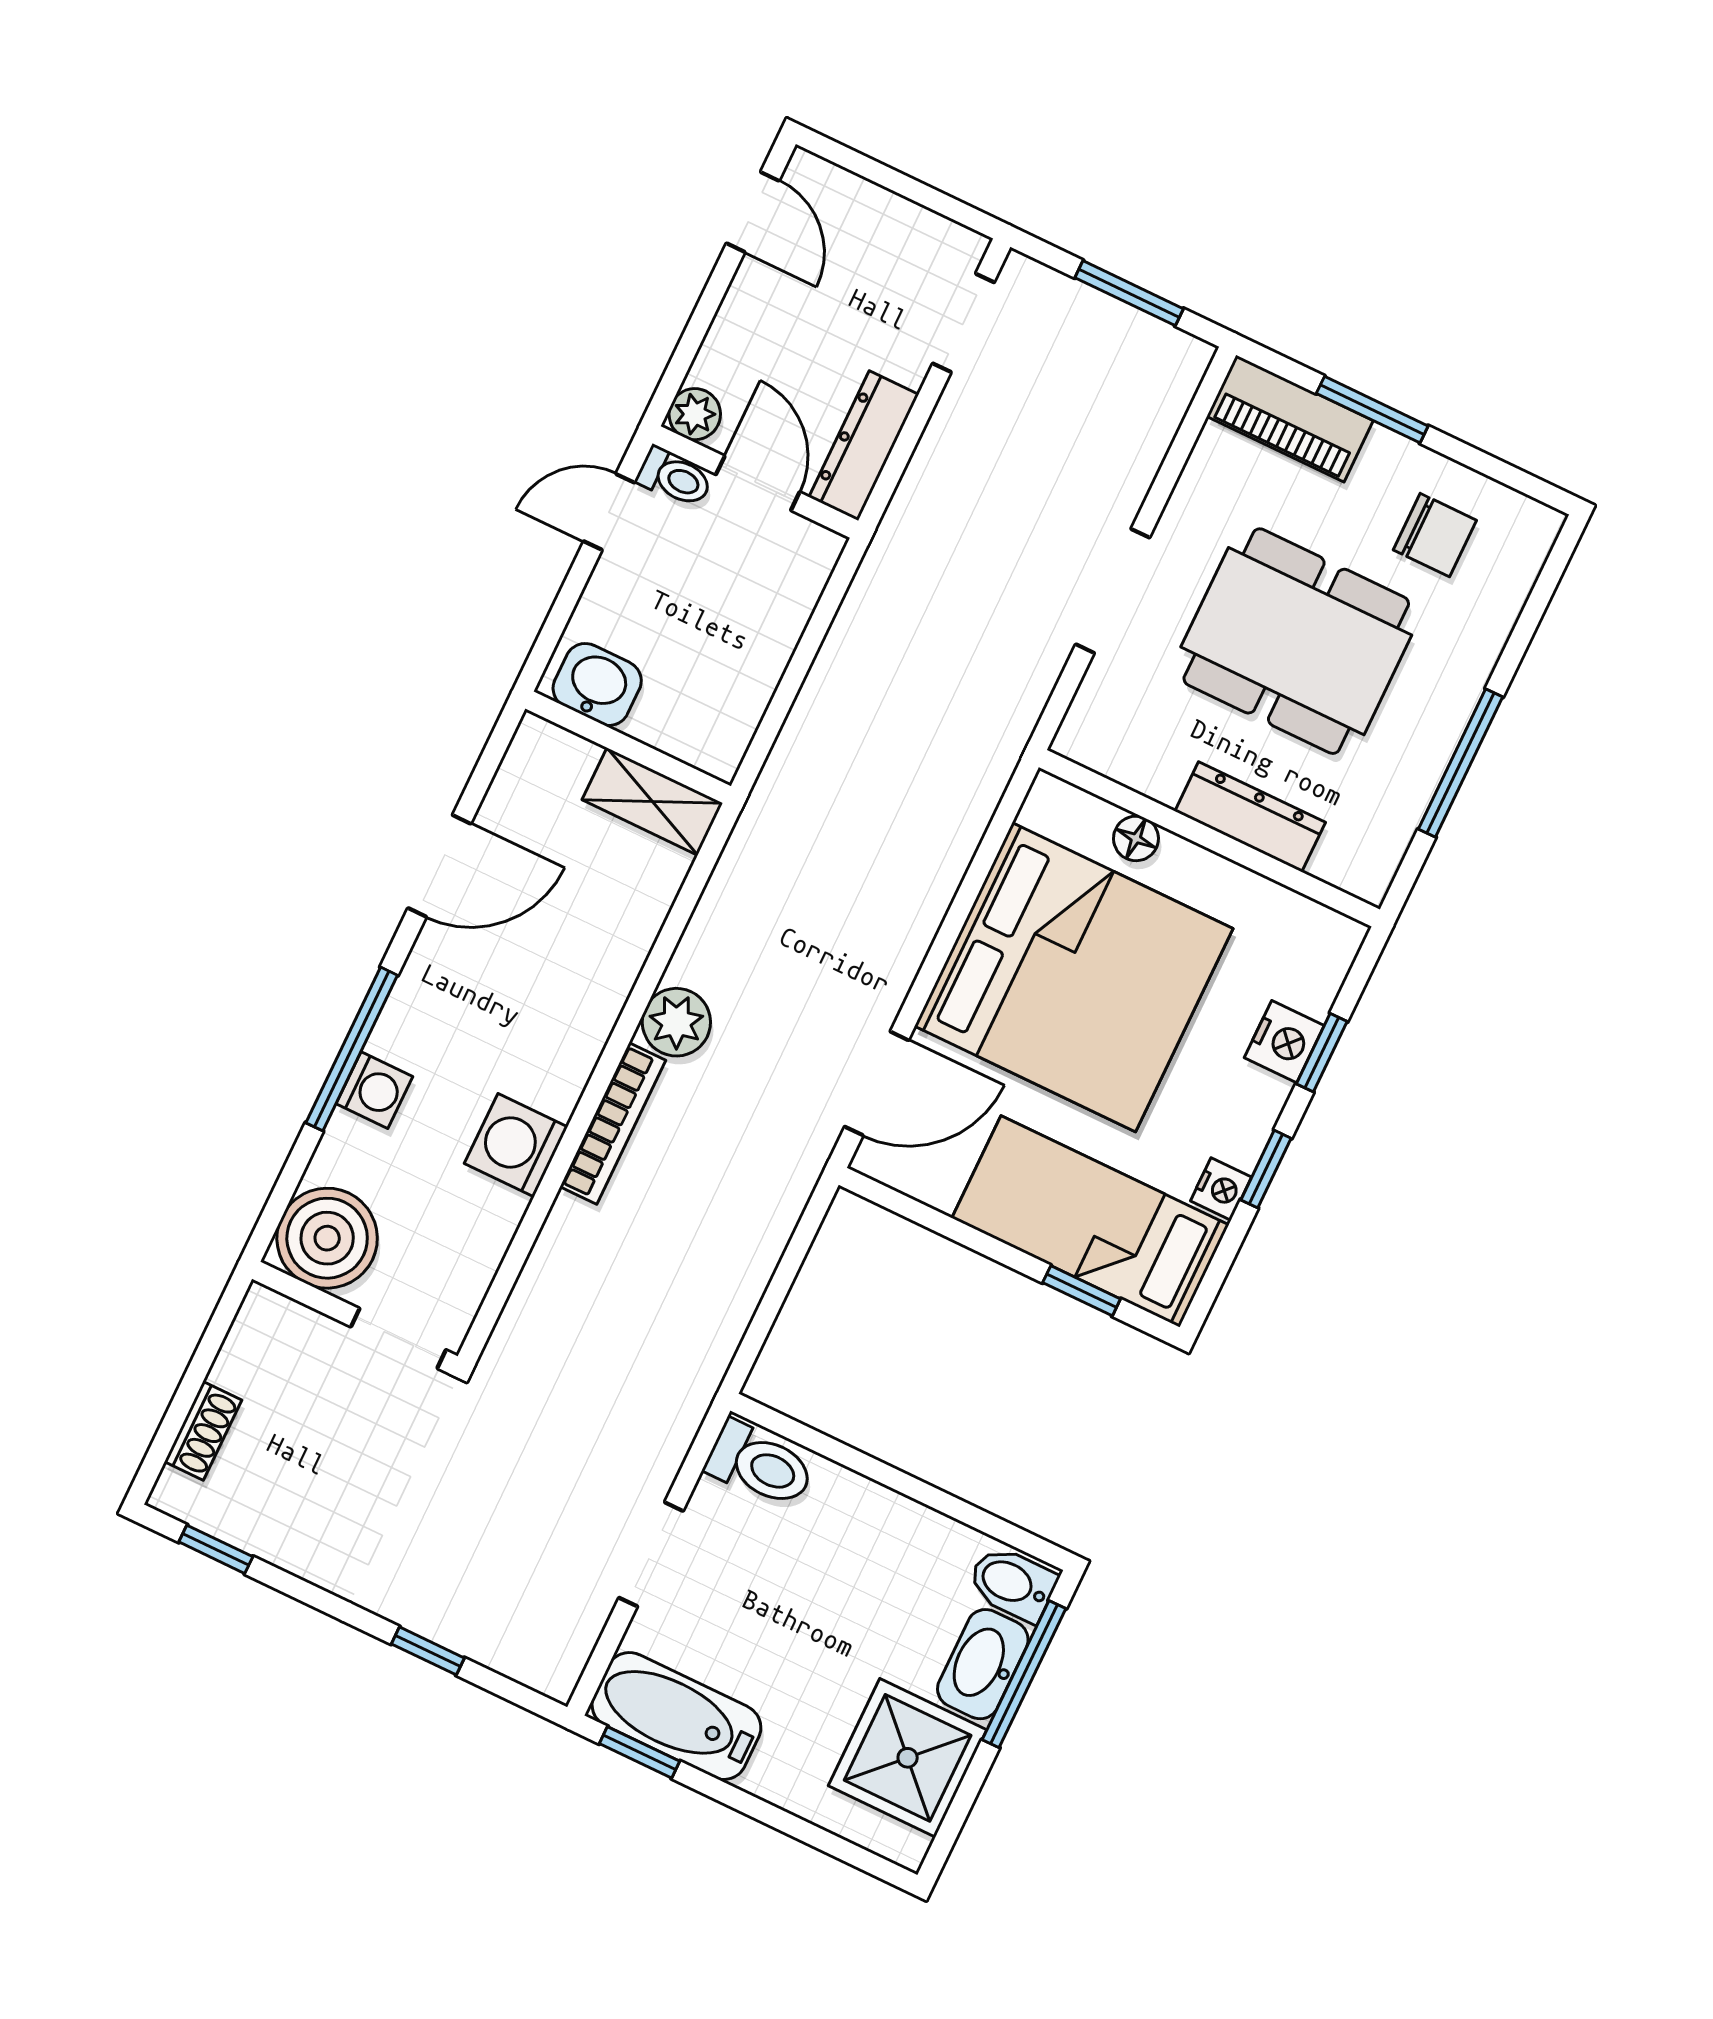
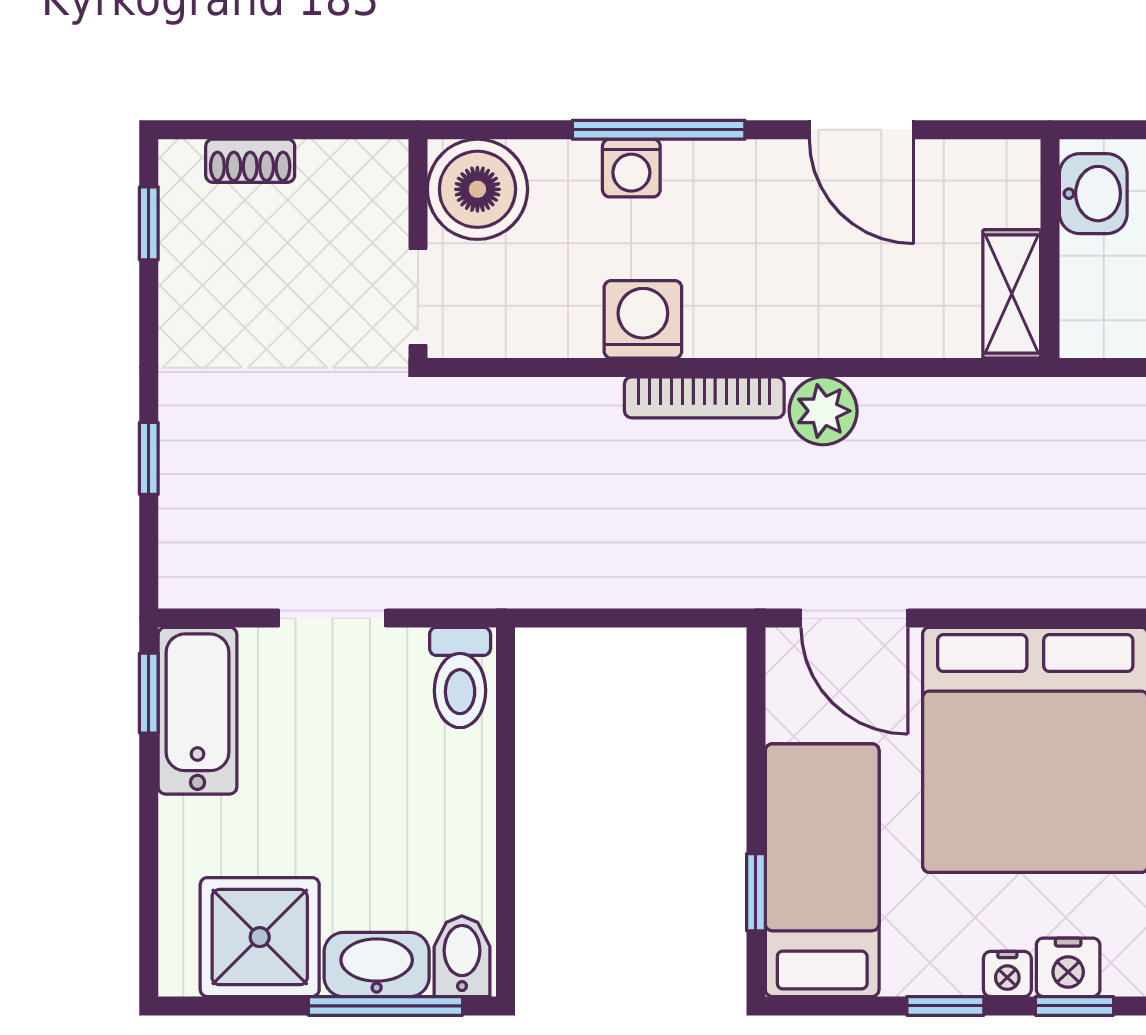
nightstand: (1221, 1189) -> (1007, 974), moved

